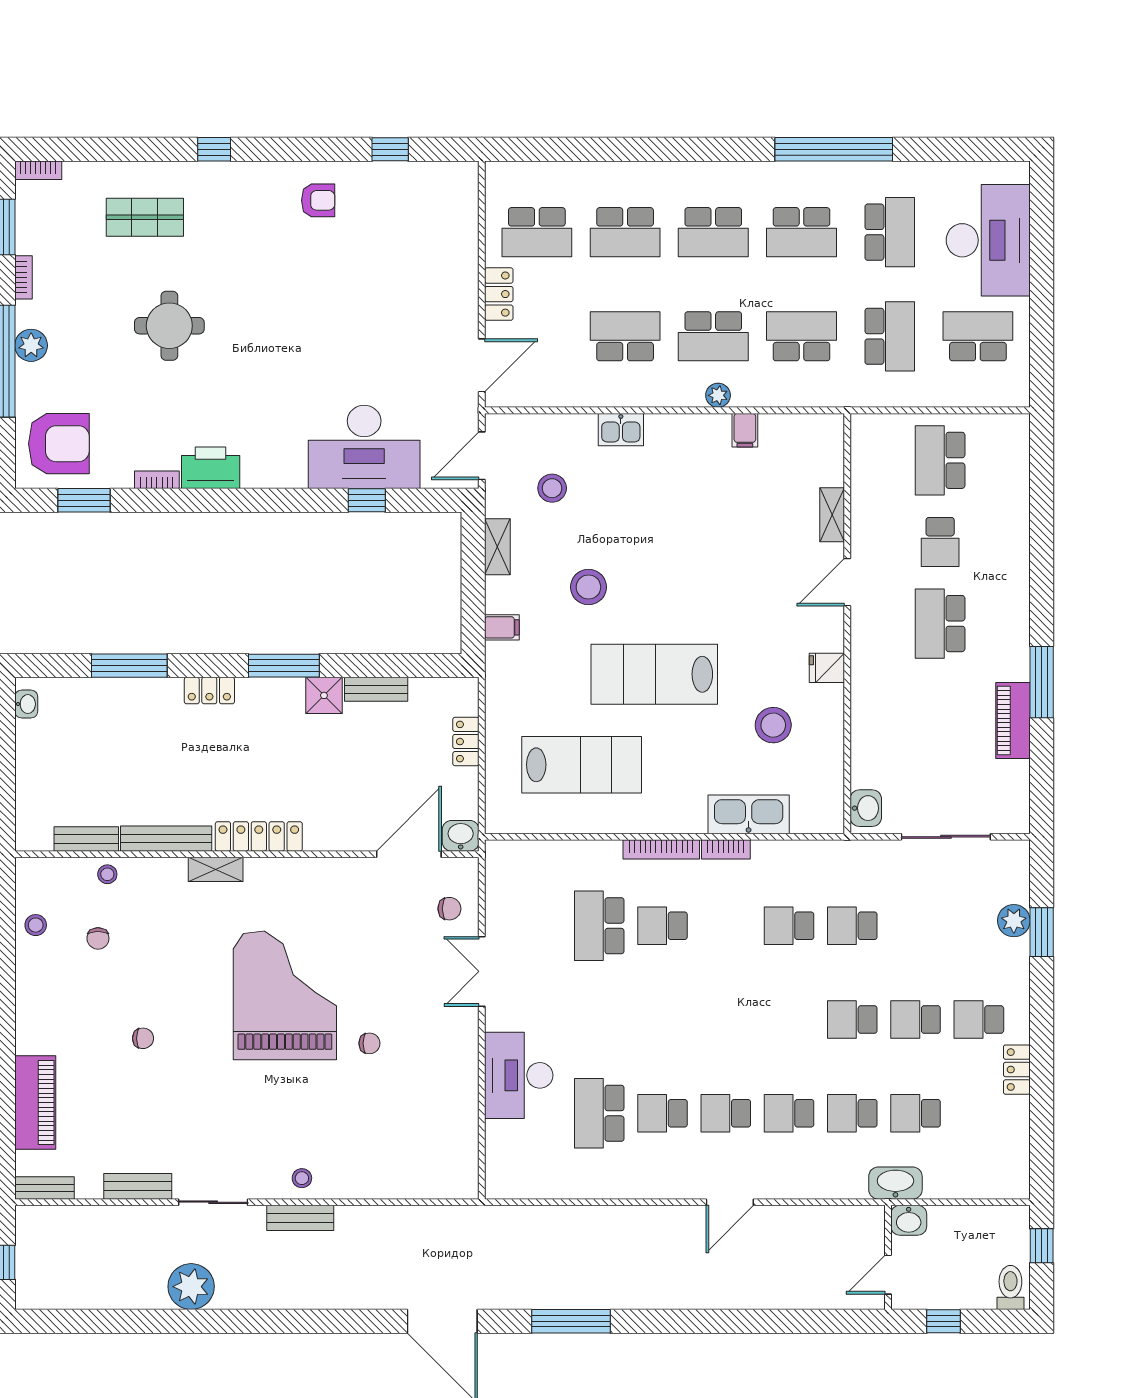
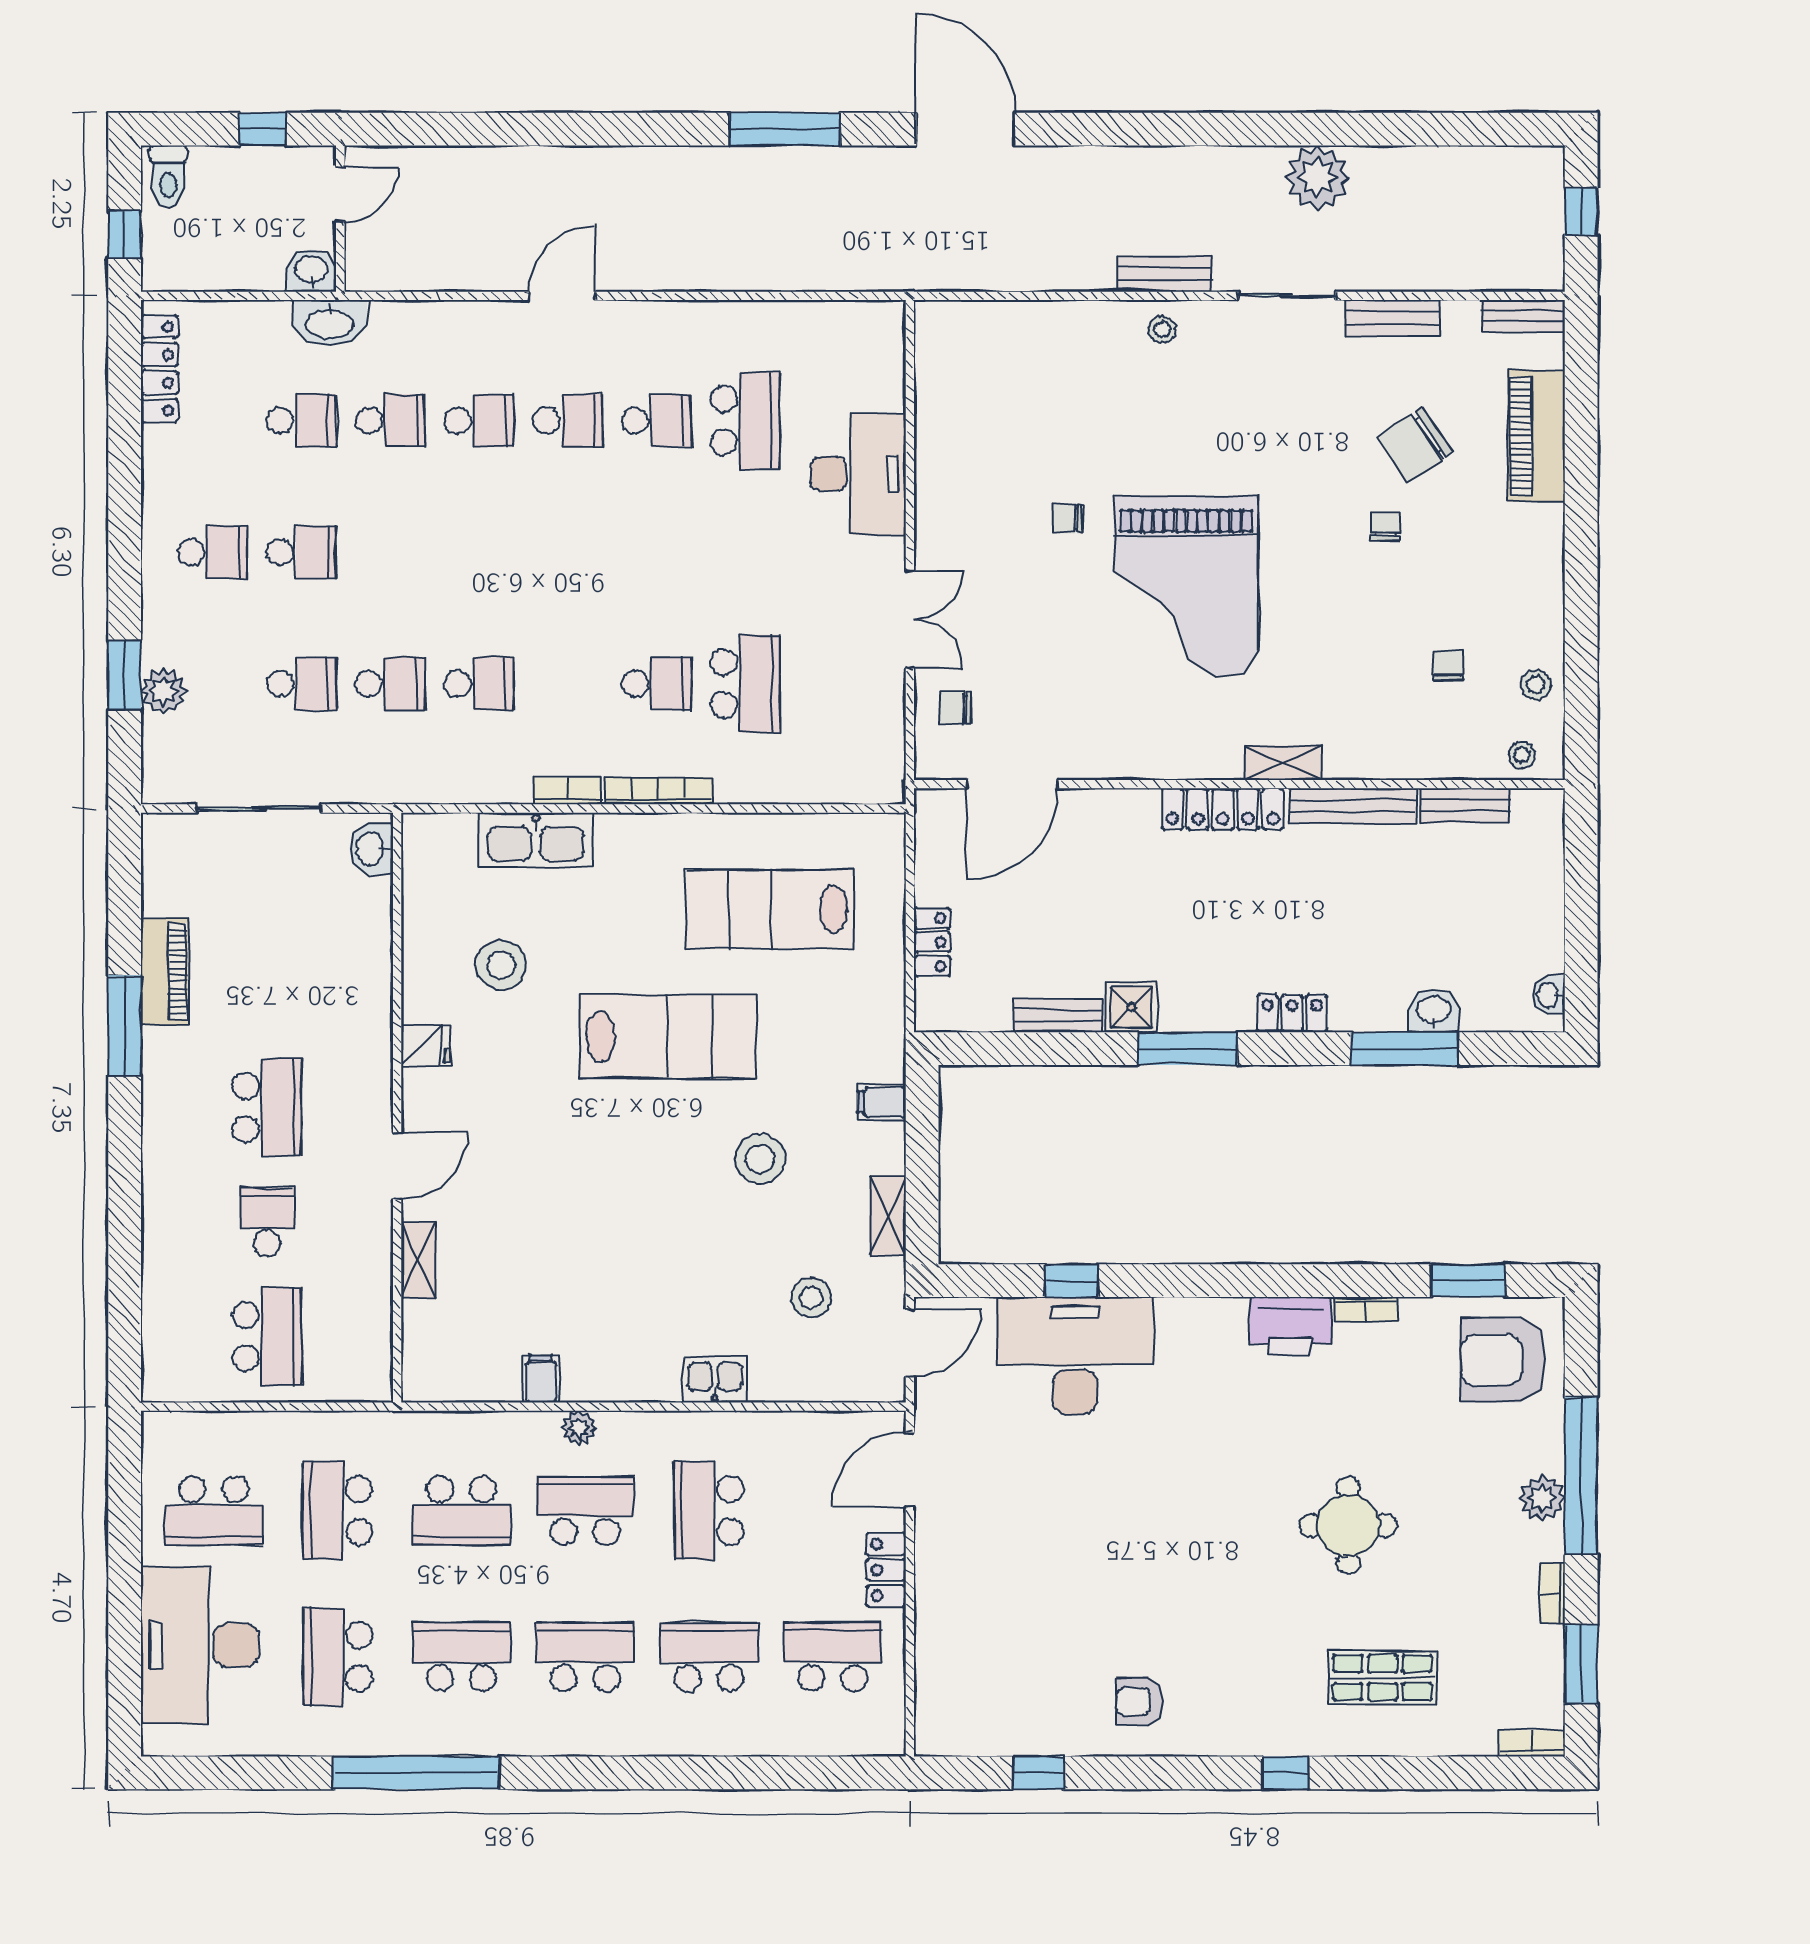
school desk: (625, 336) -> (709, 1511), turned 90
washbasin: (461, 836) -> (1433, 1011), moved, turned 180
stool: (107, 874) -> (1522, 755), moved
school desk: (852, 1020) -> (301, 684), moved
chair: (143, 1038) -> (1385, 526), turned 90
locker: (1017, 1070) -> (159, 369), moved, width x1.53
chair: (122, 1096) -> (1415, 444), added

